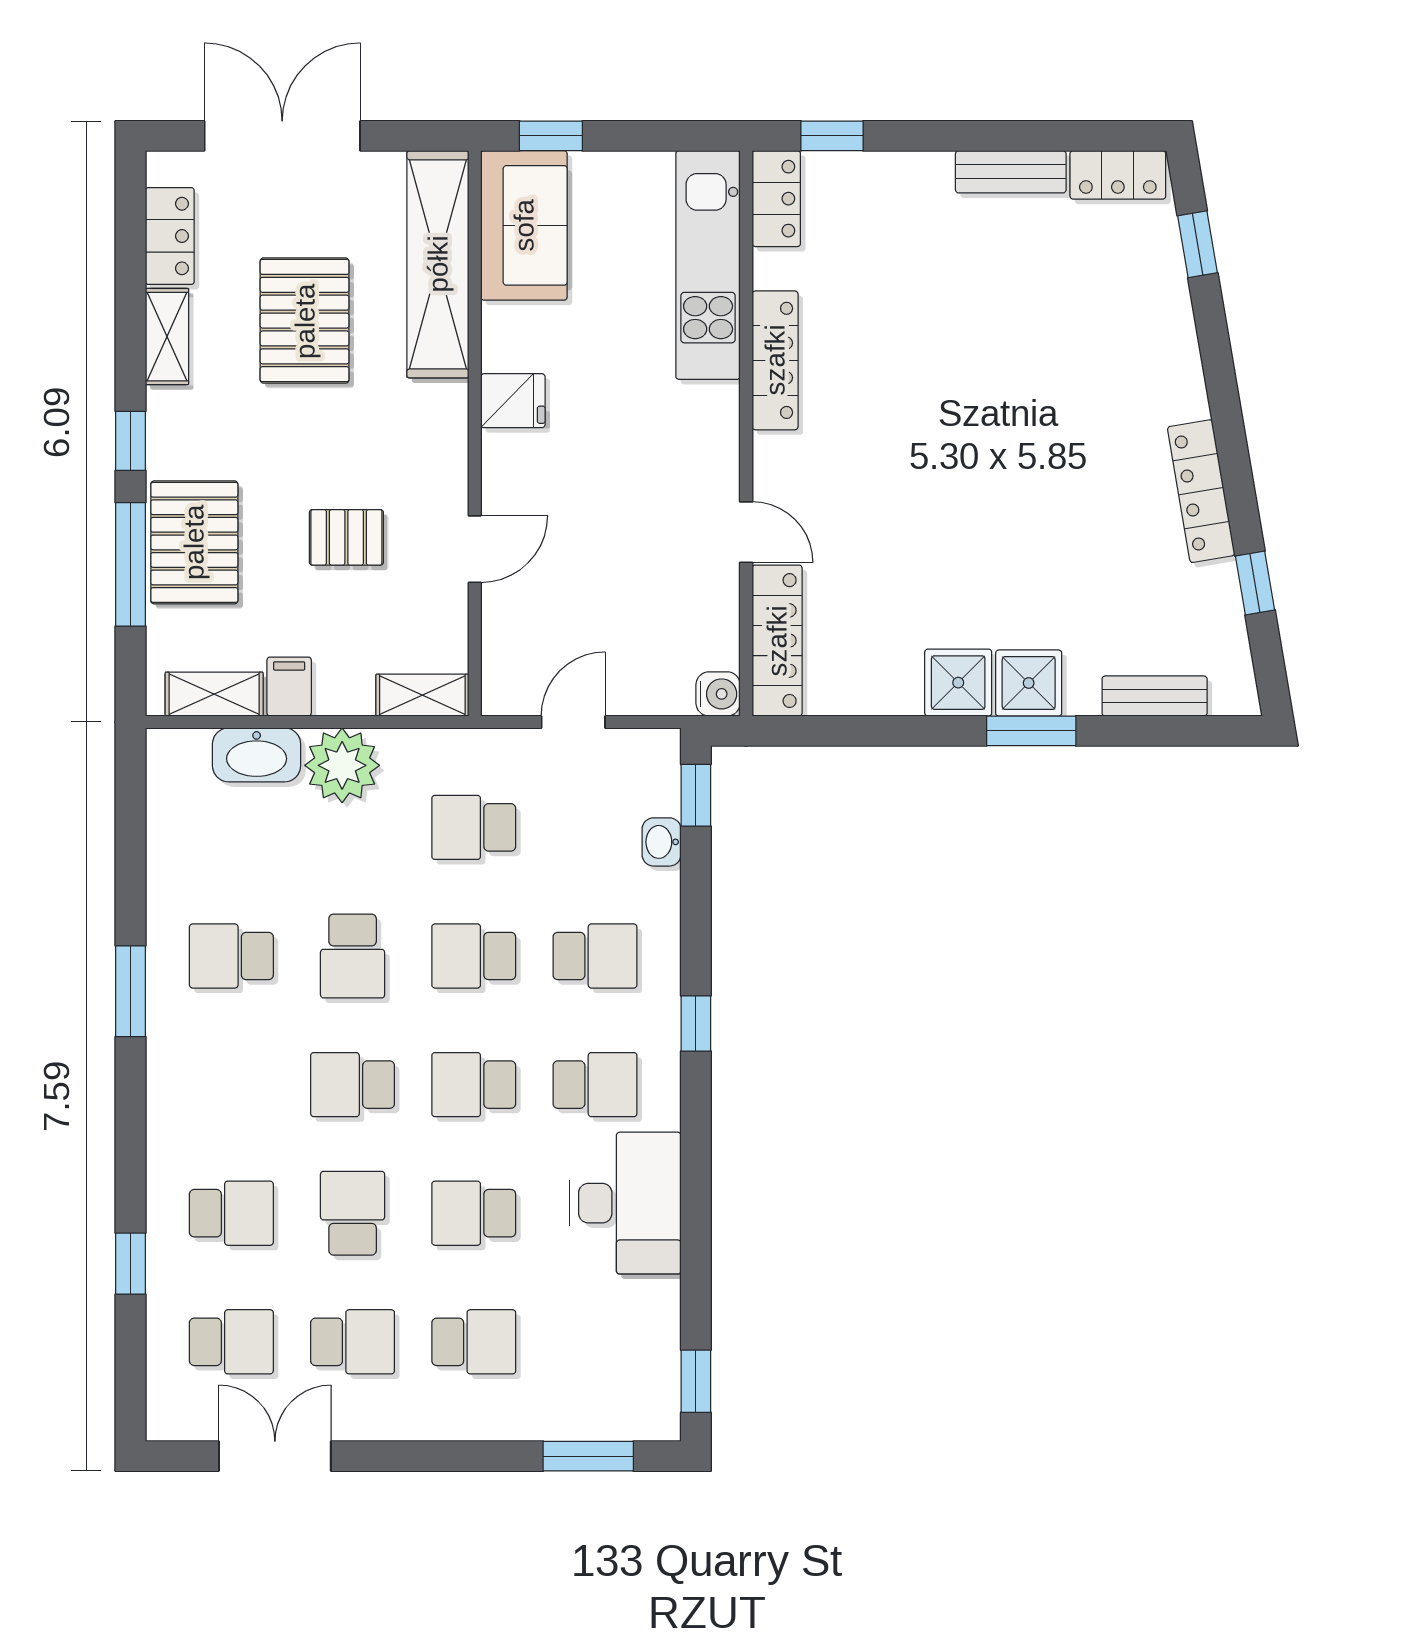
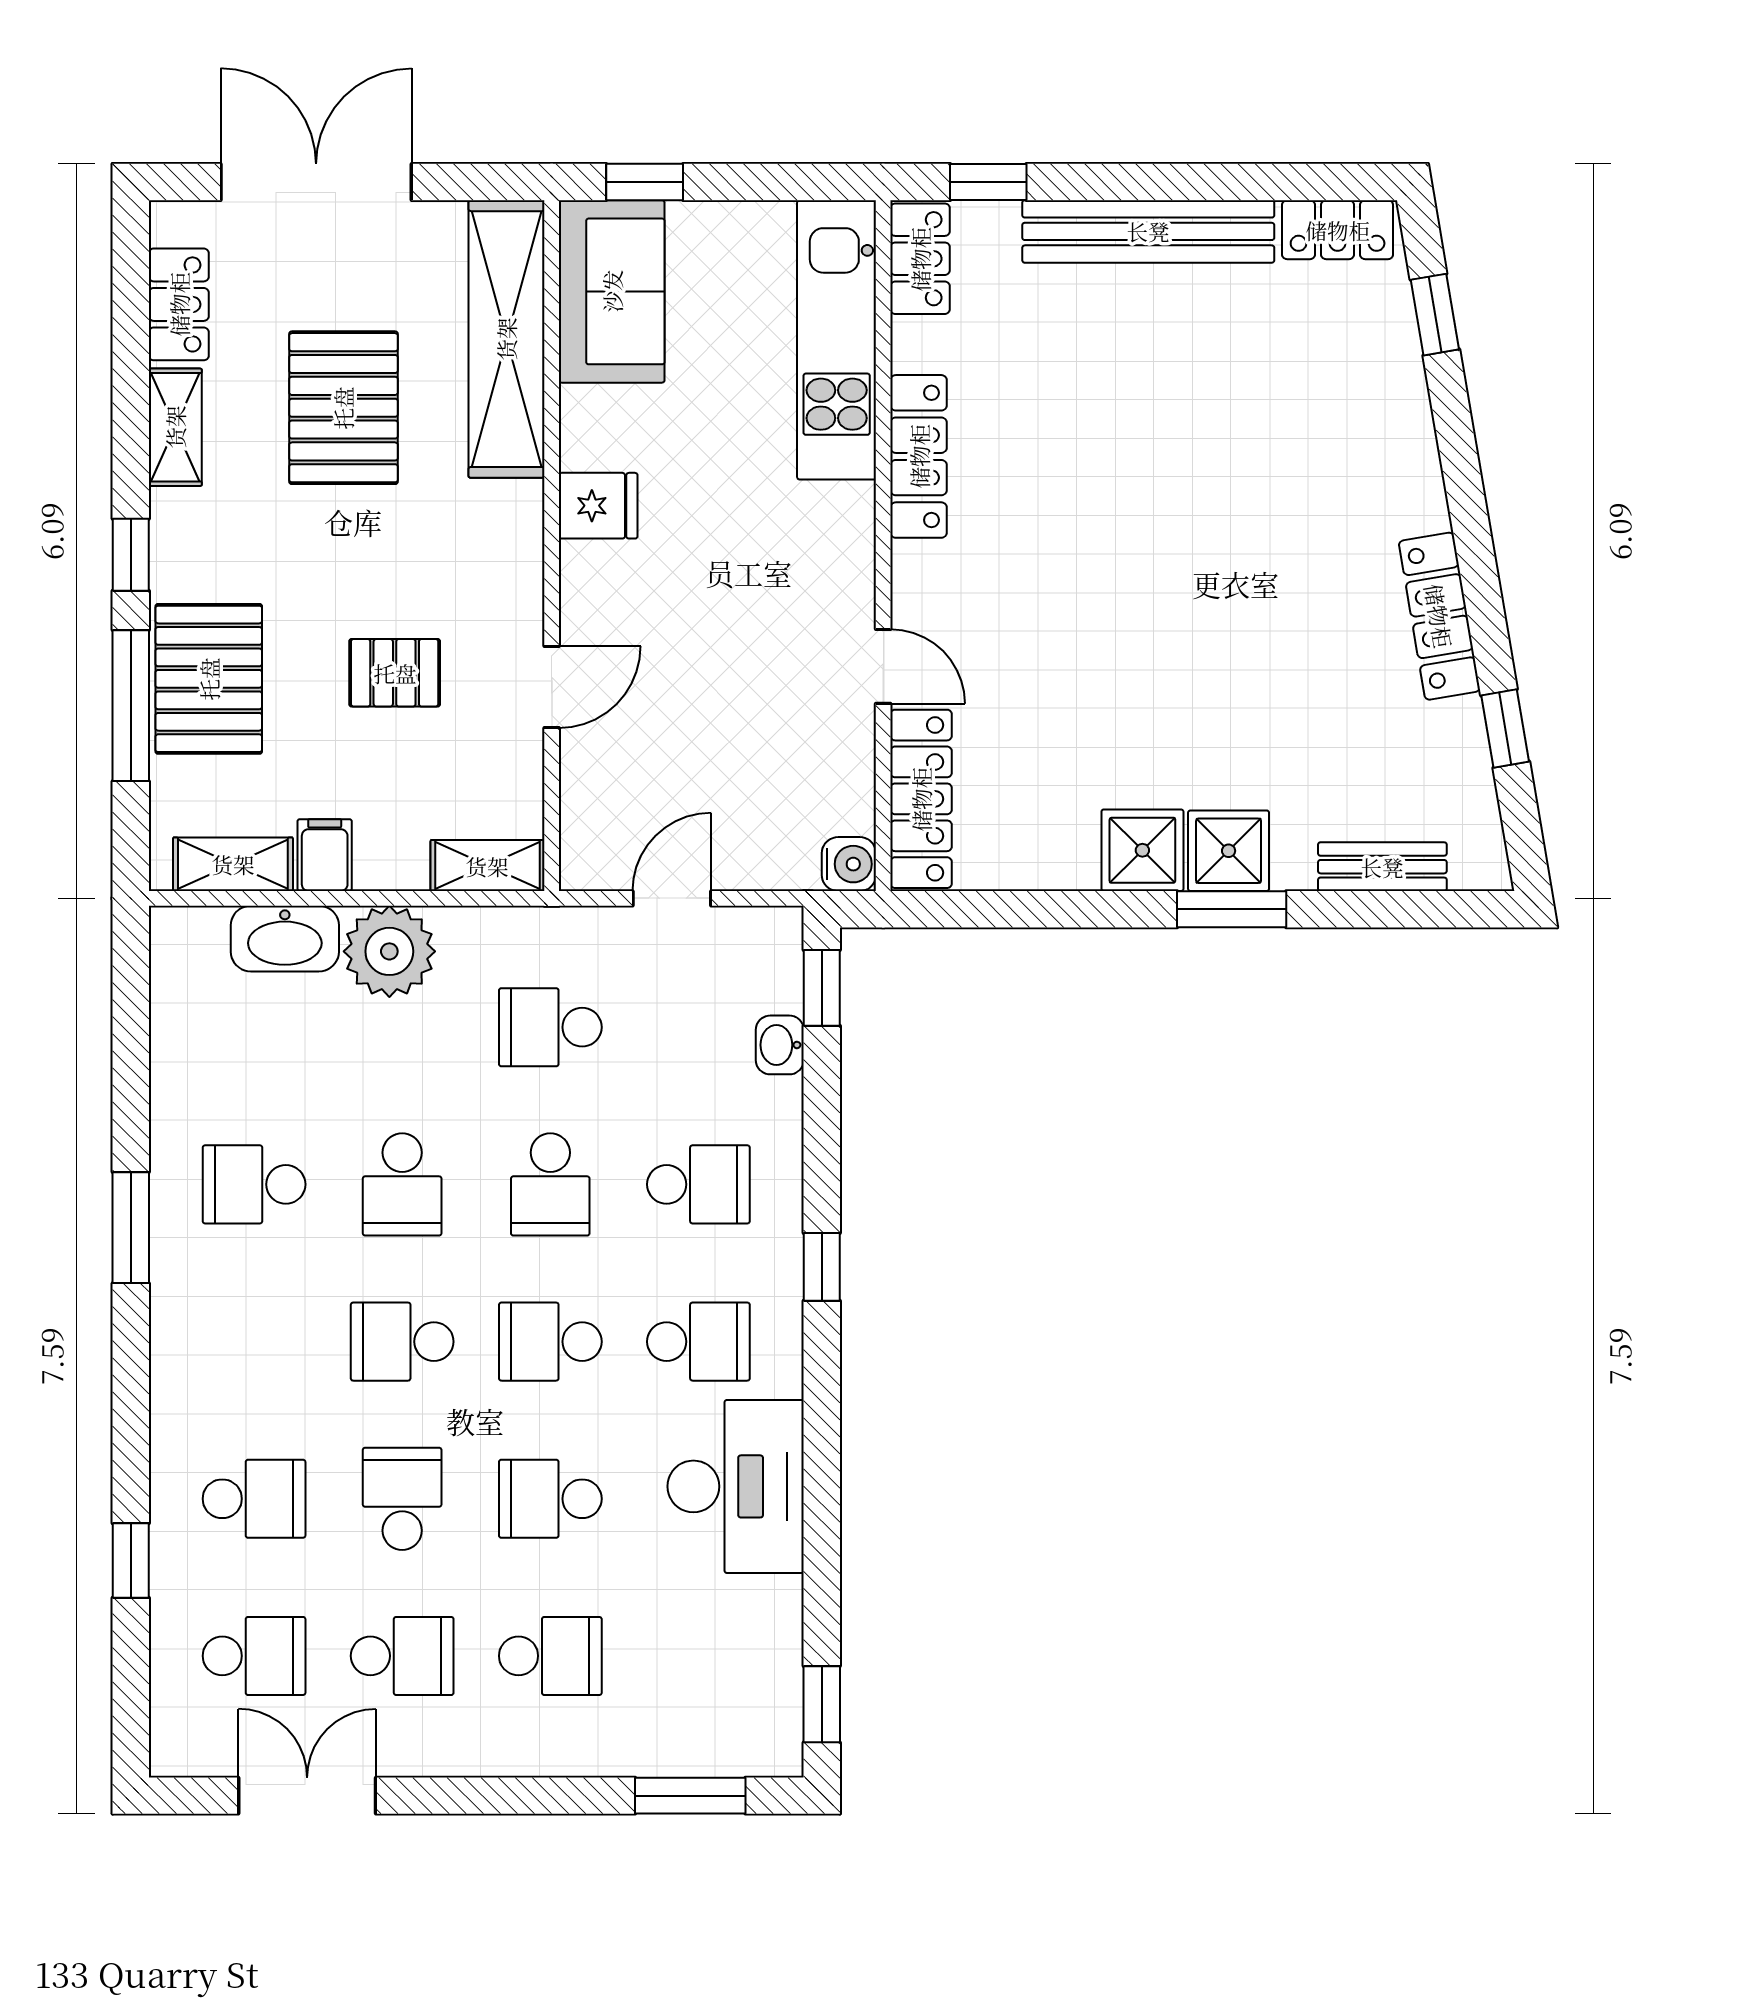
bench: (1011, 172) -> (1148, 231), width x1.86, depth x1.21
school desk: (474, 956) -> (550, 1184), turned -90

